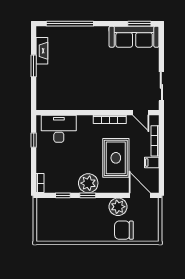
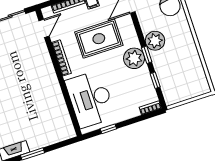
desk: (59, 129) -> (90, 99), width x1.36, depth x1.30
plant: (118, 207) -> (155, 41), moved

